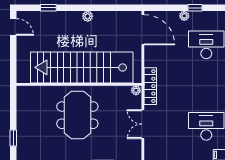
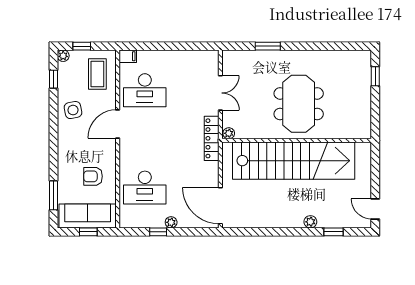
plant: (88, 16) -> (310, 222), moved

